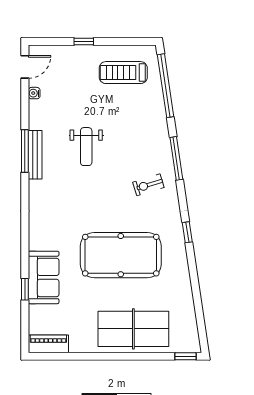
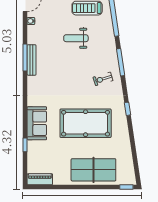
weight bench: (86, 147) -> (76, 38), moved, turned 90
sofa: (44, 277) -> (37, 123), moved

